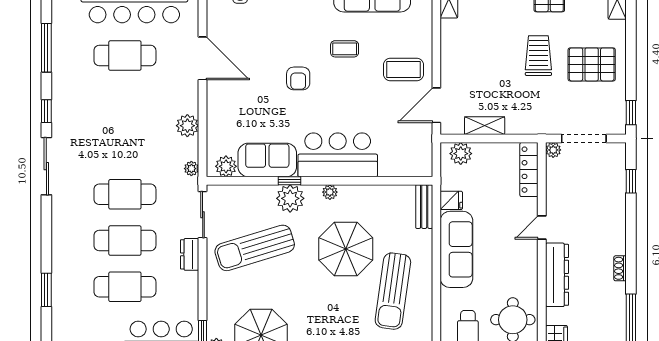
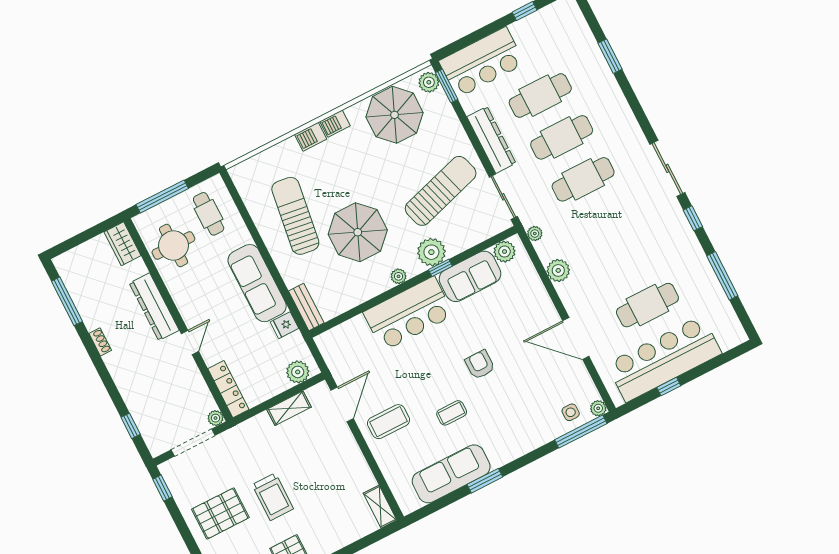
dresser: (190, 254) -> (491, 140), width x1.96, depth x1.24

